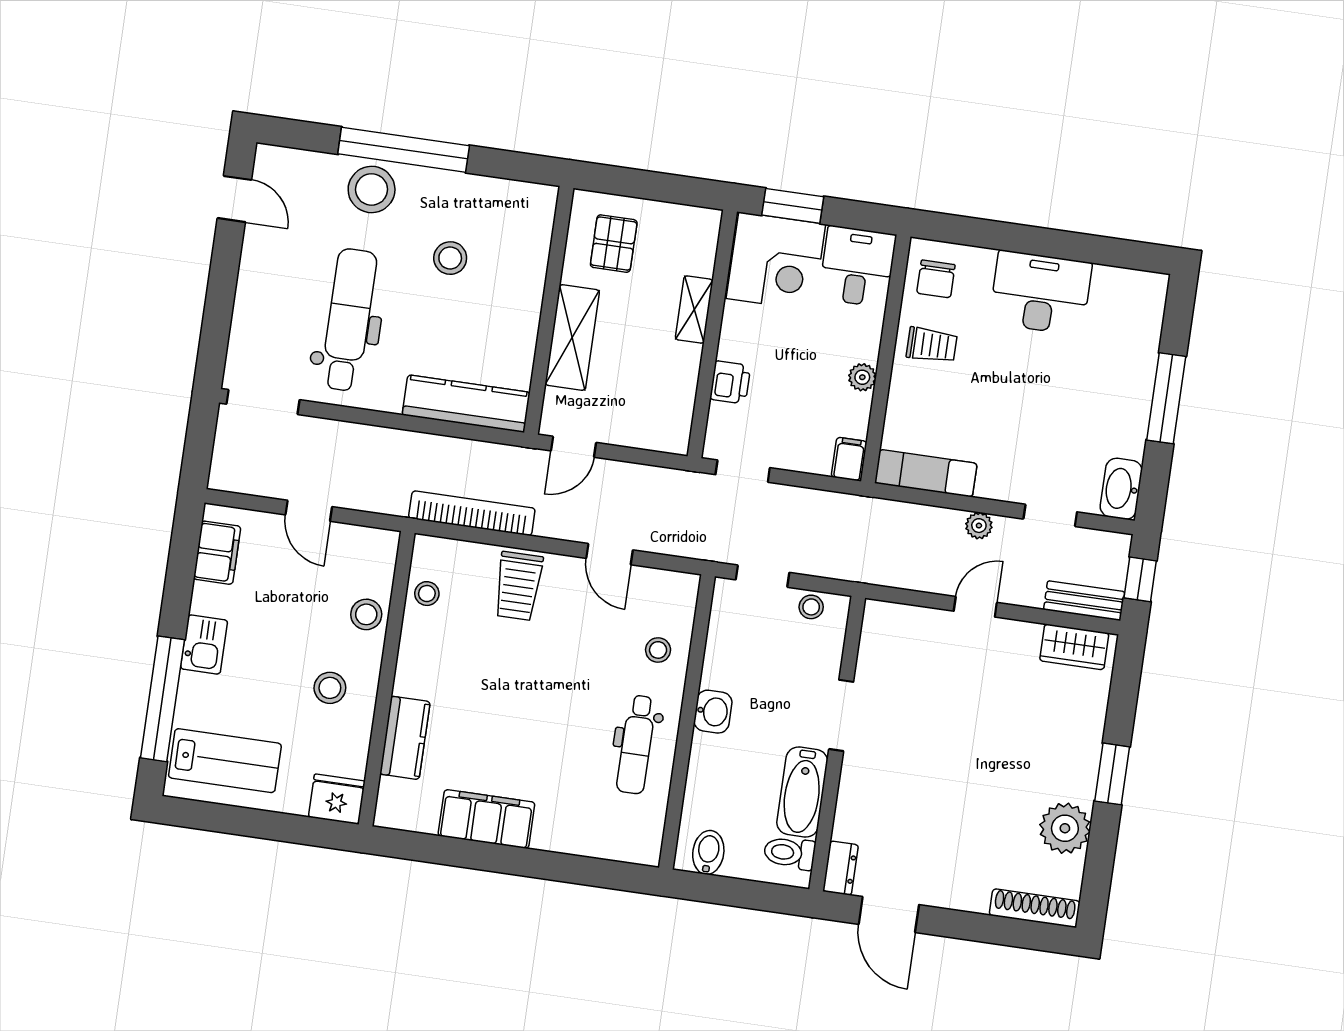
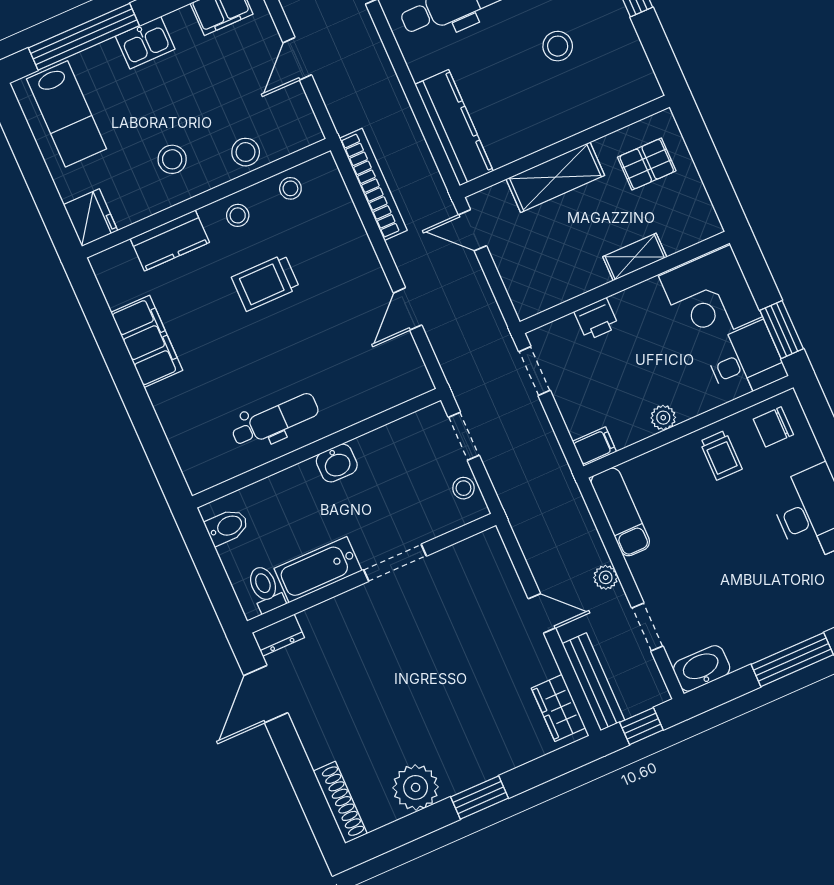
window: (793, 206) -> (782, 330), moved
trolley: (518, 586) -> (265, 283), moved
bench: (1084, 601) -> (593, 682), width x1.36
stool: (658, 650) -> (238, 215), moved
dental chair: (636, 745) -> (275, 420), turned 180

